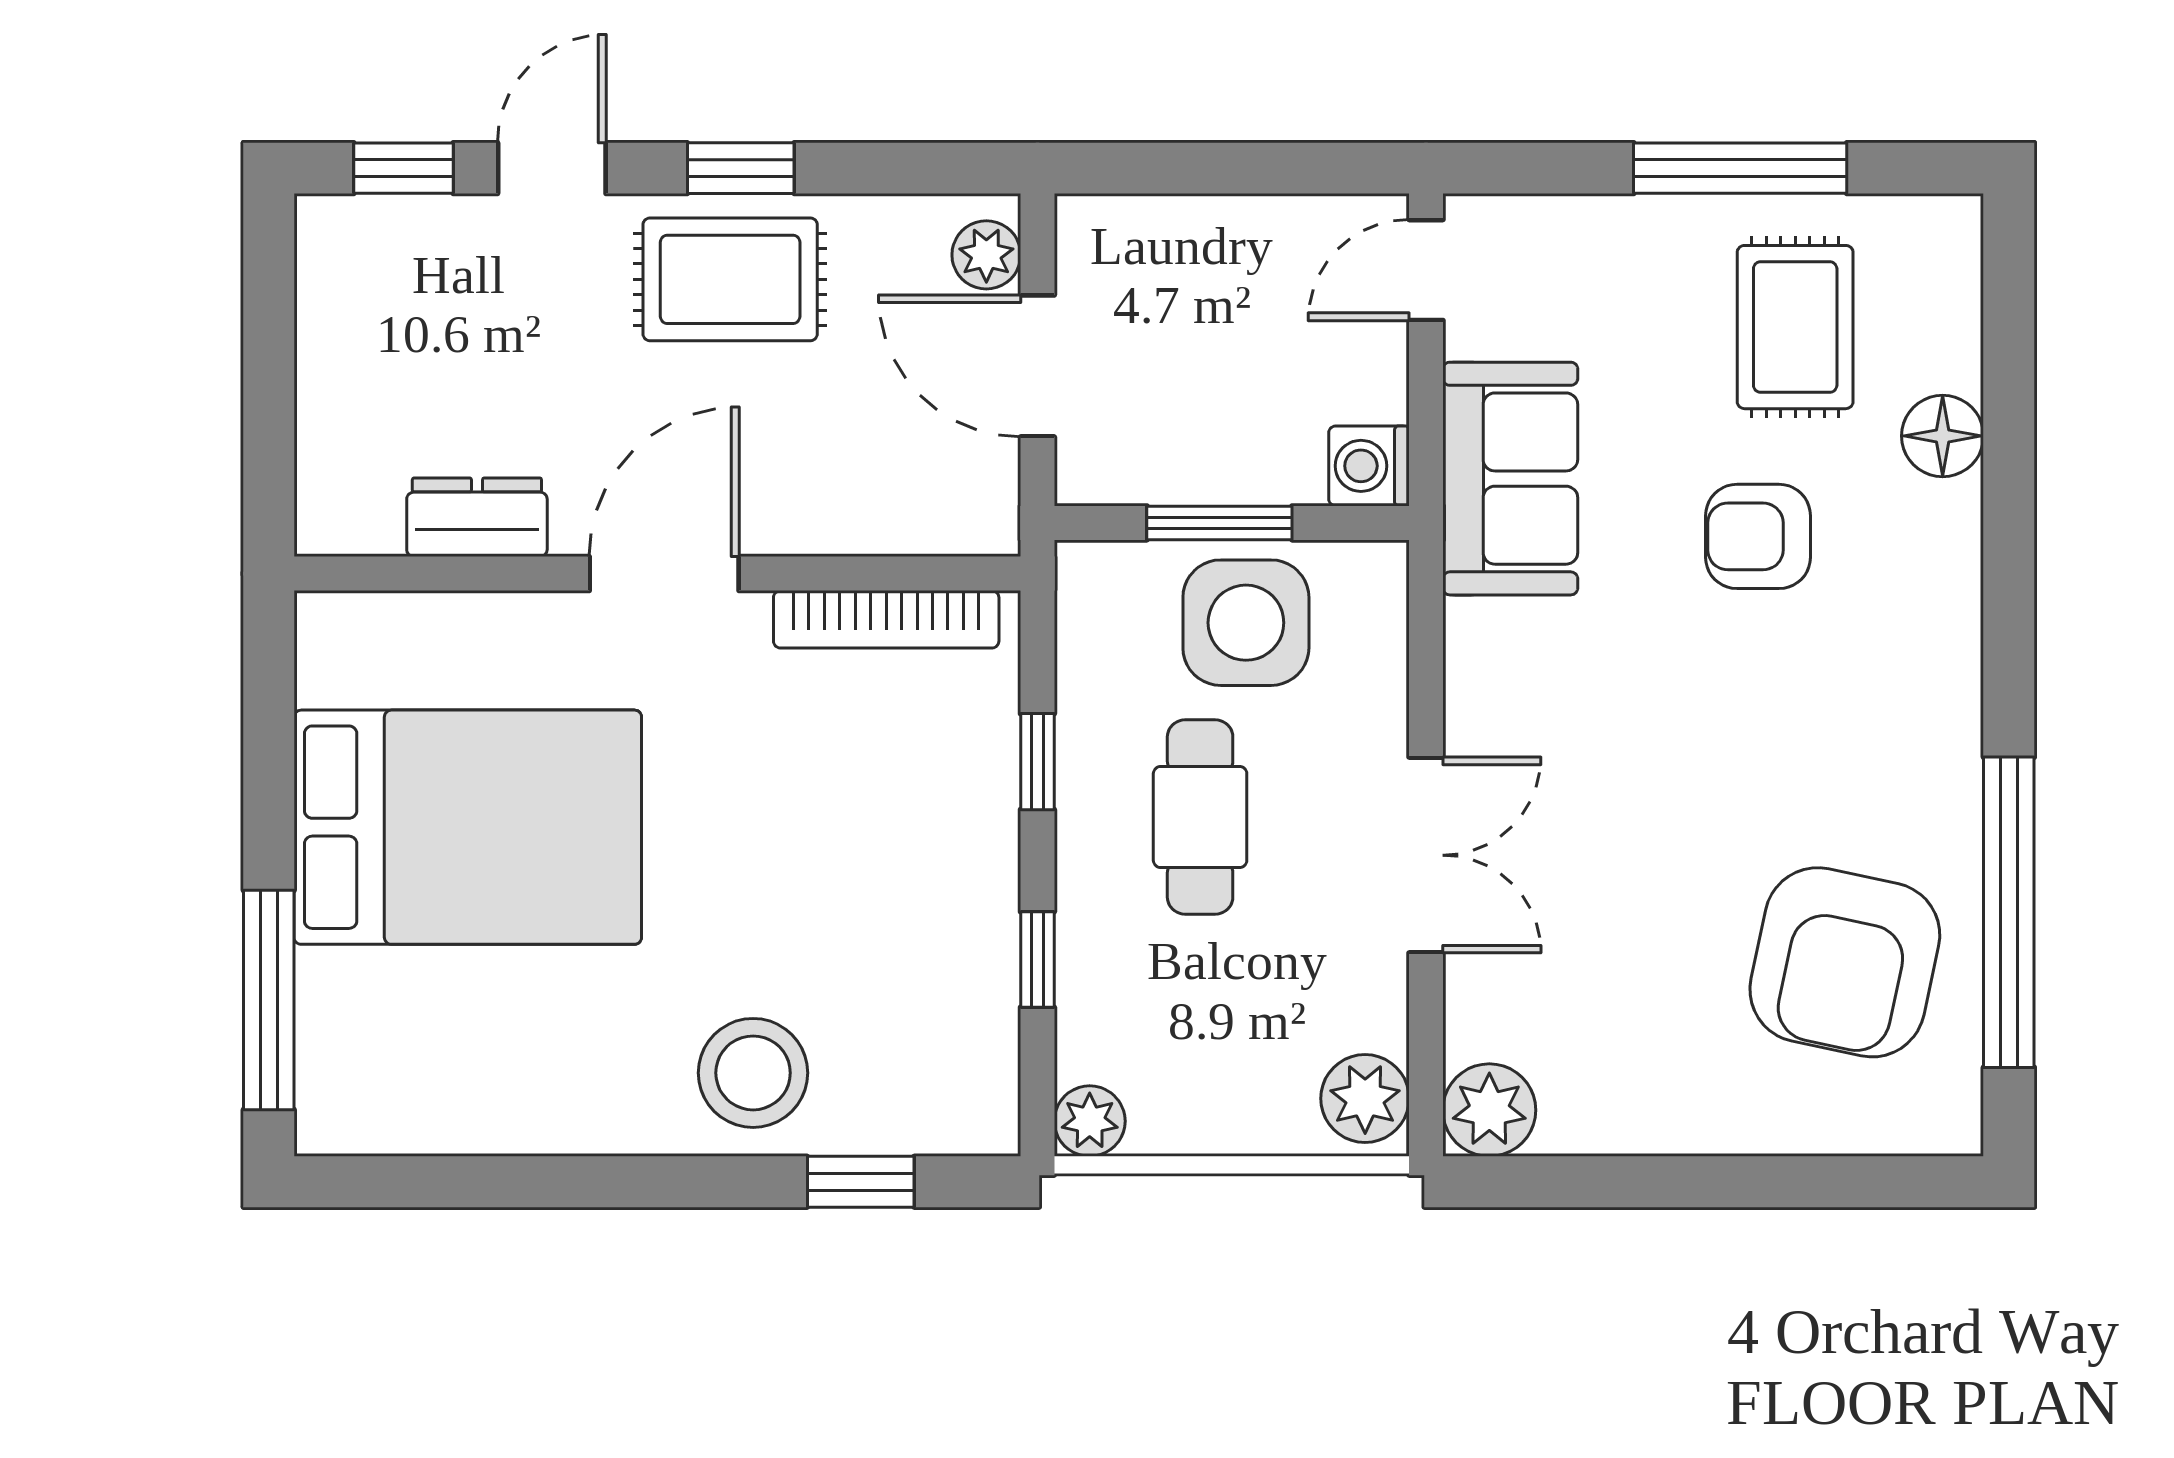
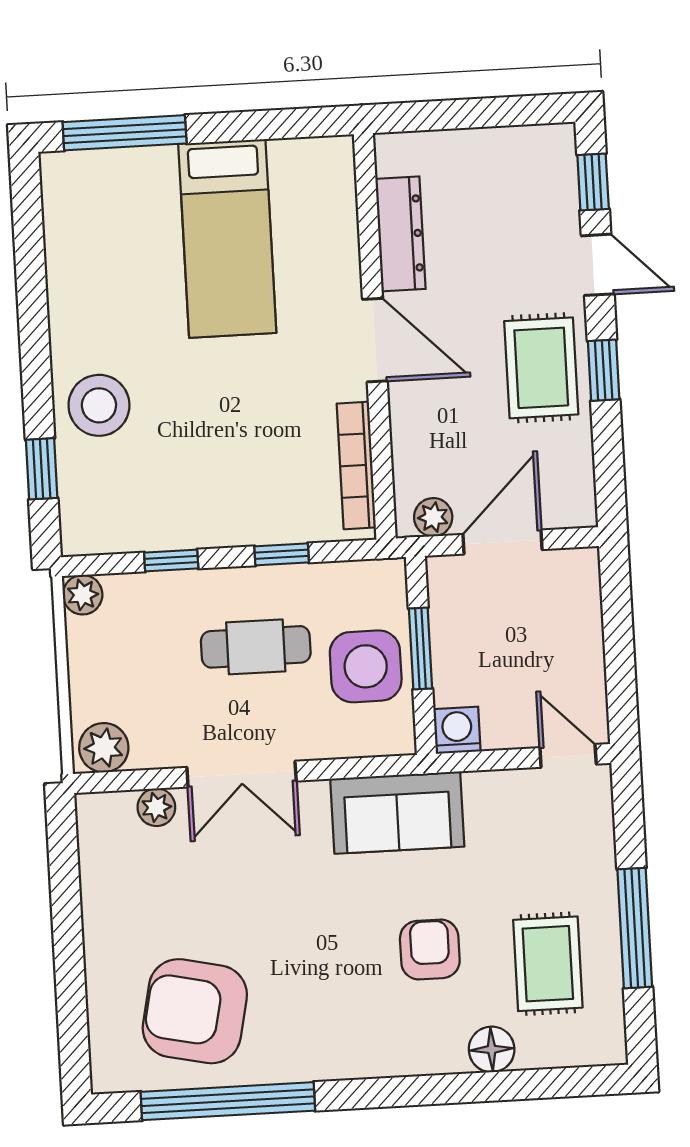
plant: (986, 255) -> (433, 517), moved
rug: (1795, 327) -> (548, 964), turned 90
sofa: (1510, 479) -> (397, 813), moved
dresser: (477, 517) -> (401, 234), width x1.44
bed: (468, 827) -> (227, 238), width x0.67
plant: (1489, 1110) -> (156, 807), moved, width x0.73, depth x0.73

